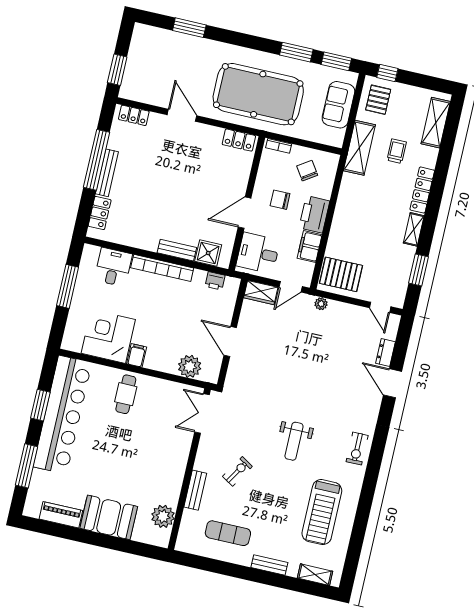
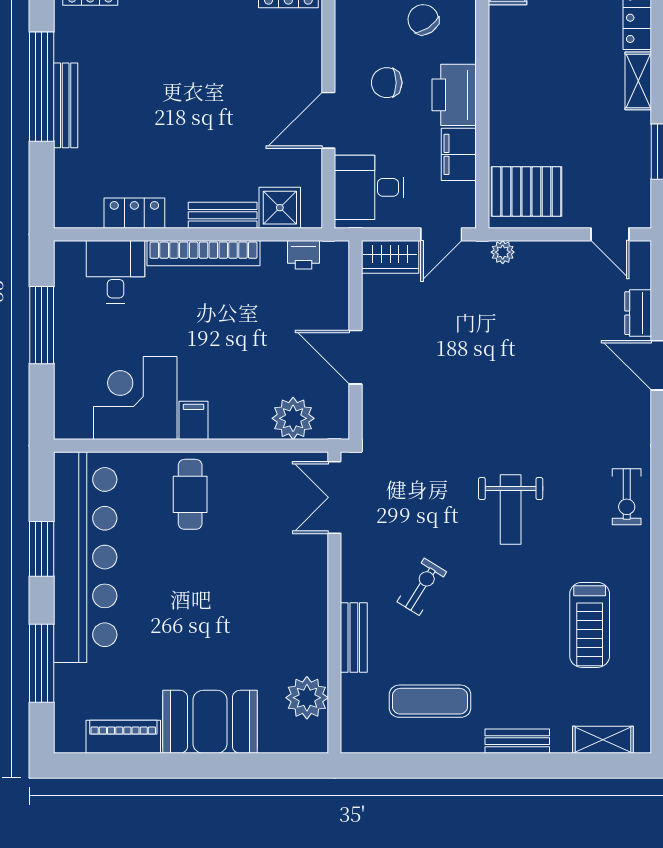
locker: (100, 213) -> (134, 213), moved, turned -90
treadmill: (322, 512) -> (590, 625), width x0.73, depth x0.73

